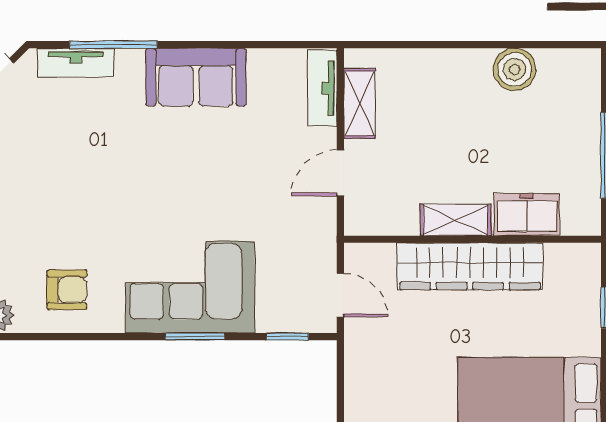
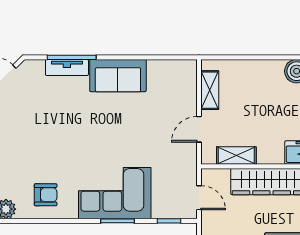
tv unit: (76, 63) -> (67, 67), moved
tv unit: (322, 88) -> (189, 82), removed
shelving: (456, 220) -> (236, 156), moved

